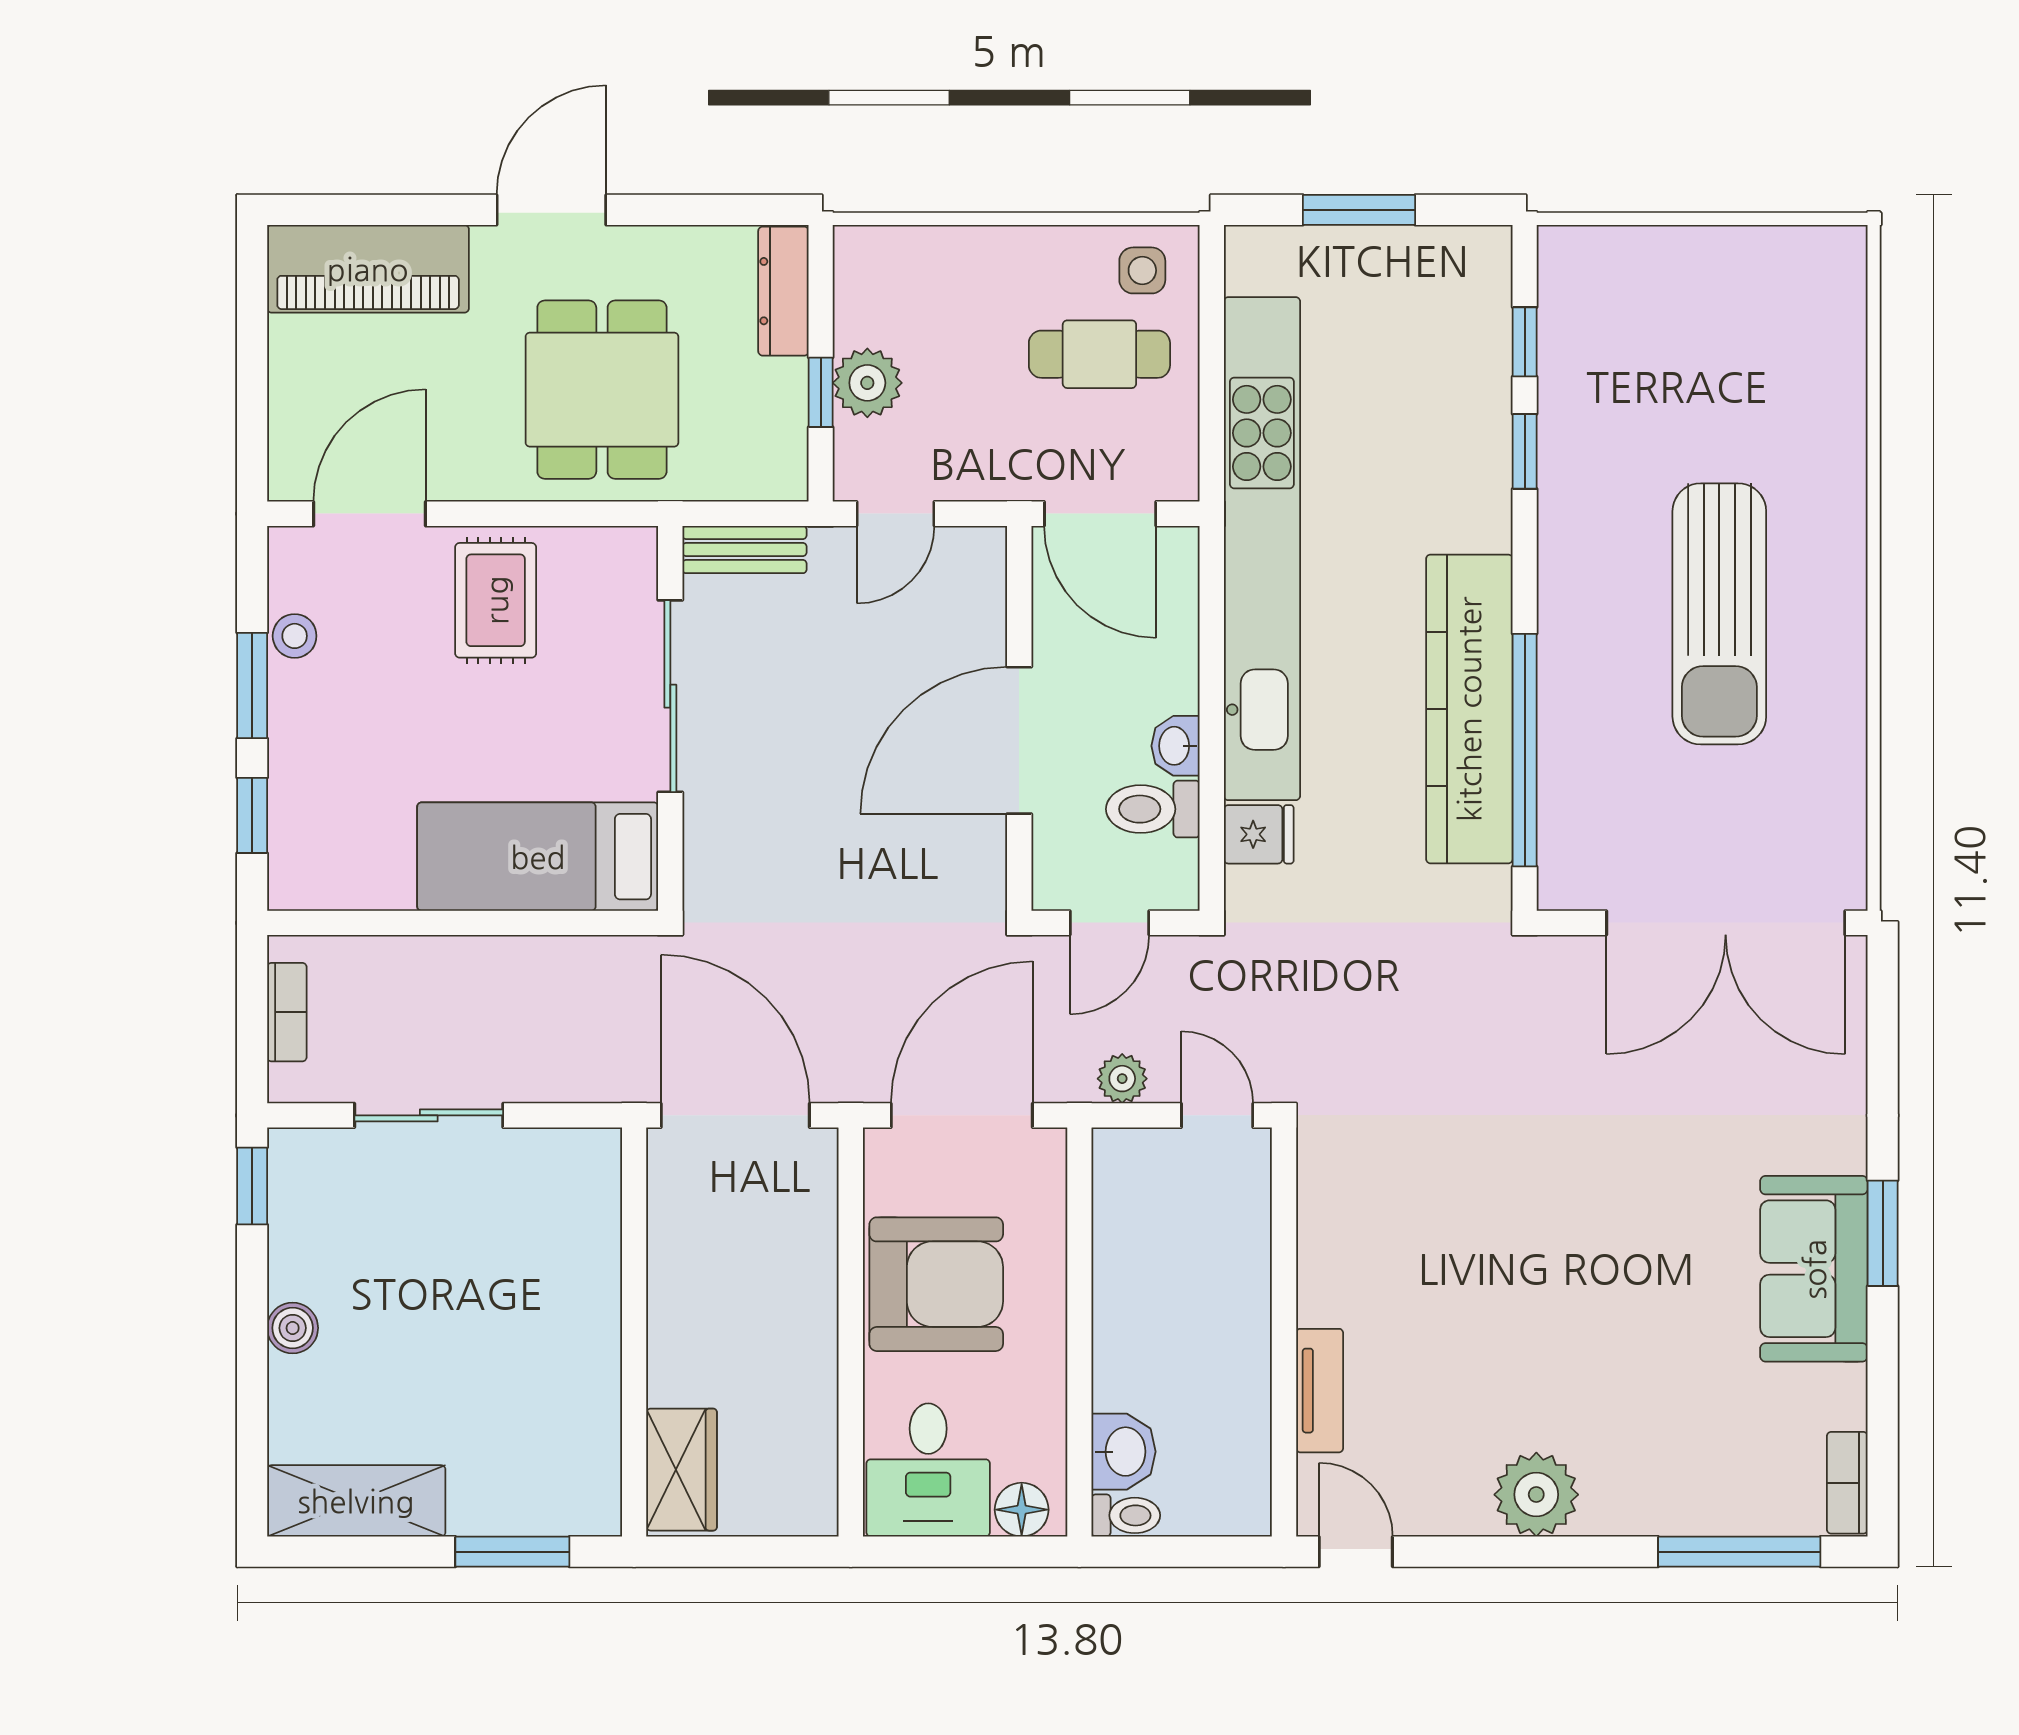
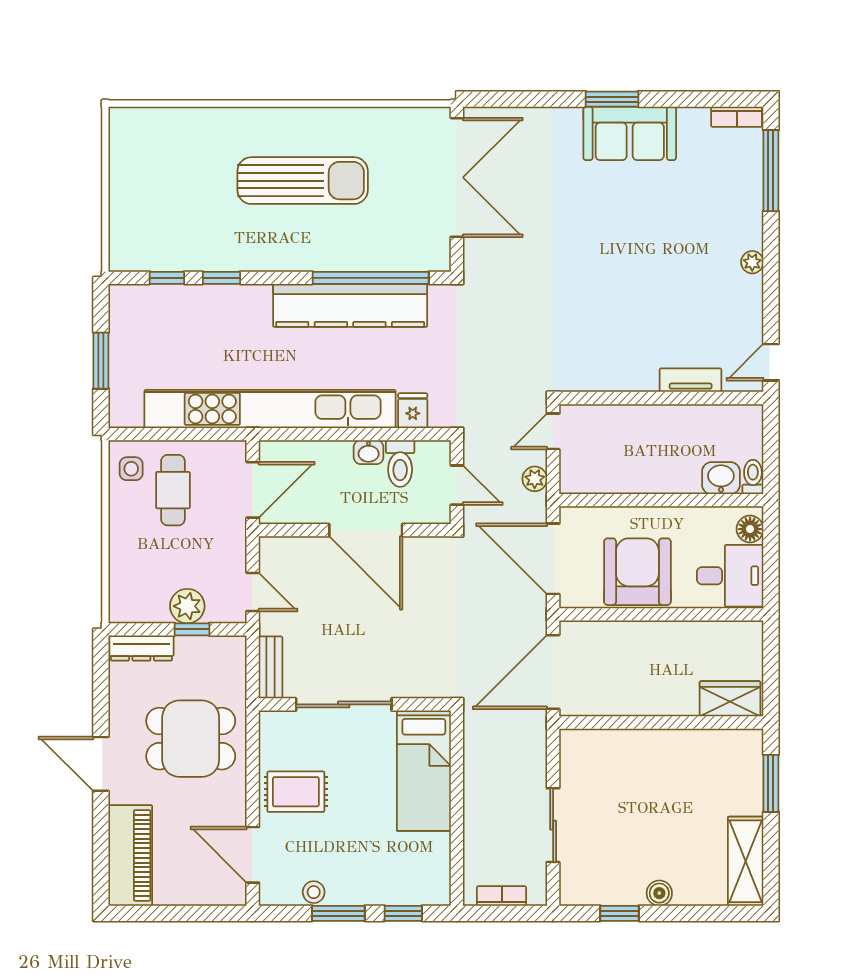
window: (252, 1186) -> (619, 913), moved
plant: (1536, 1495) -> (752, 262), width x0.53, depth x0.53

